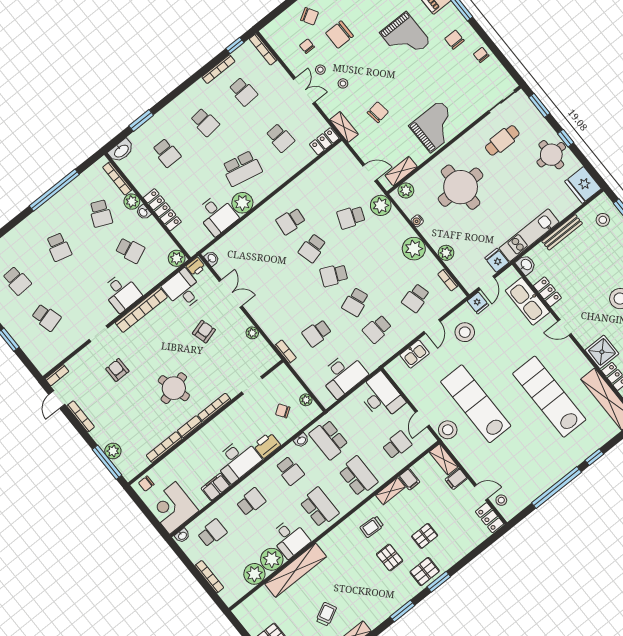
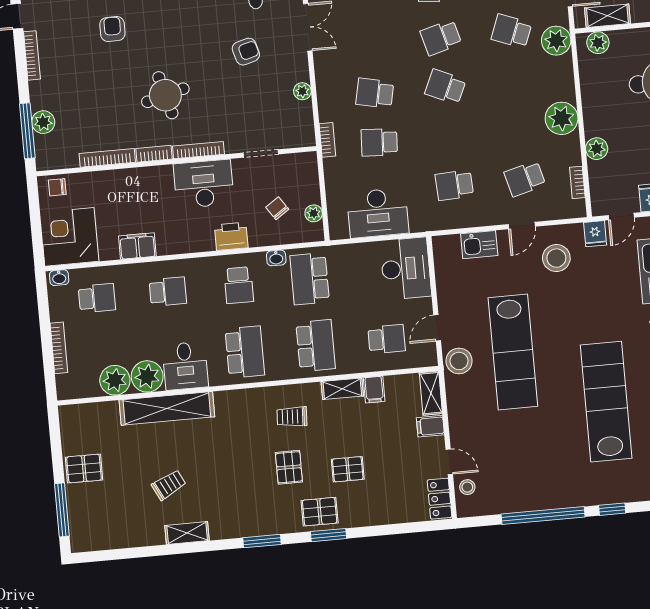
water cooler: (417, 221) -> (588, 88), removed
school desk: (355, 302) -> (375, 93), moved, turned 33
lab bench: (476, 404) -> (513, 352), turned 180
desk: (237, 460) -> (204, 184), moved, turned 180

